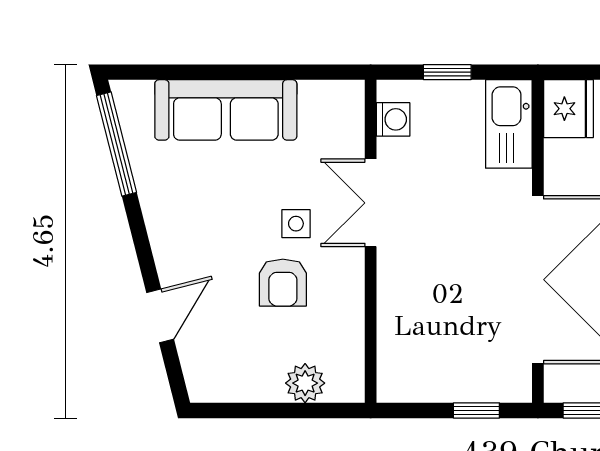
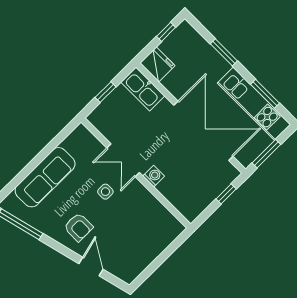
washing machine: (393, 119) -> (154, 176), moved
armchair: (283, 283) -> (78, 227), moved
plant: (305, 383) -> (161, 241), removed

